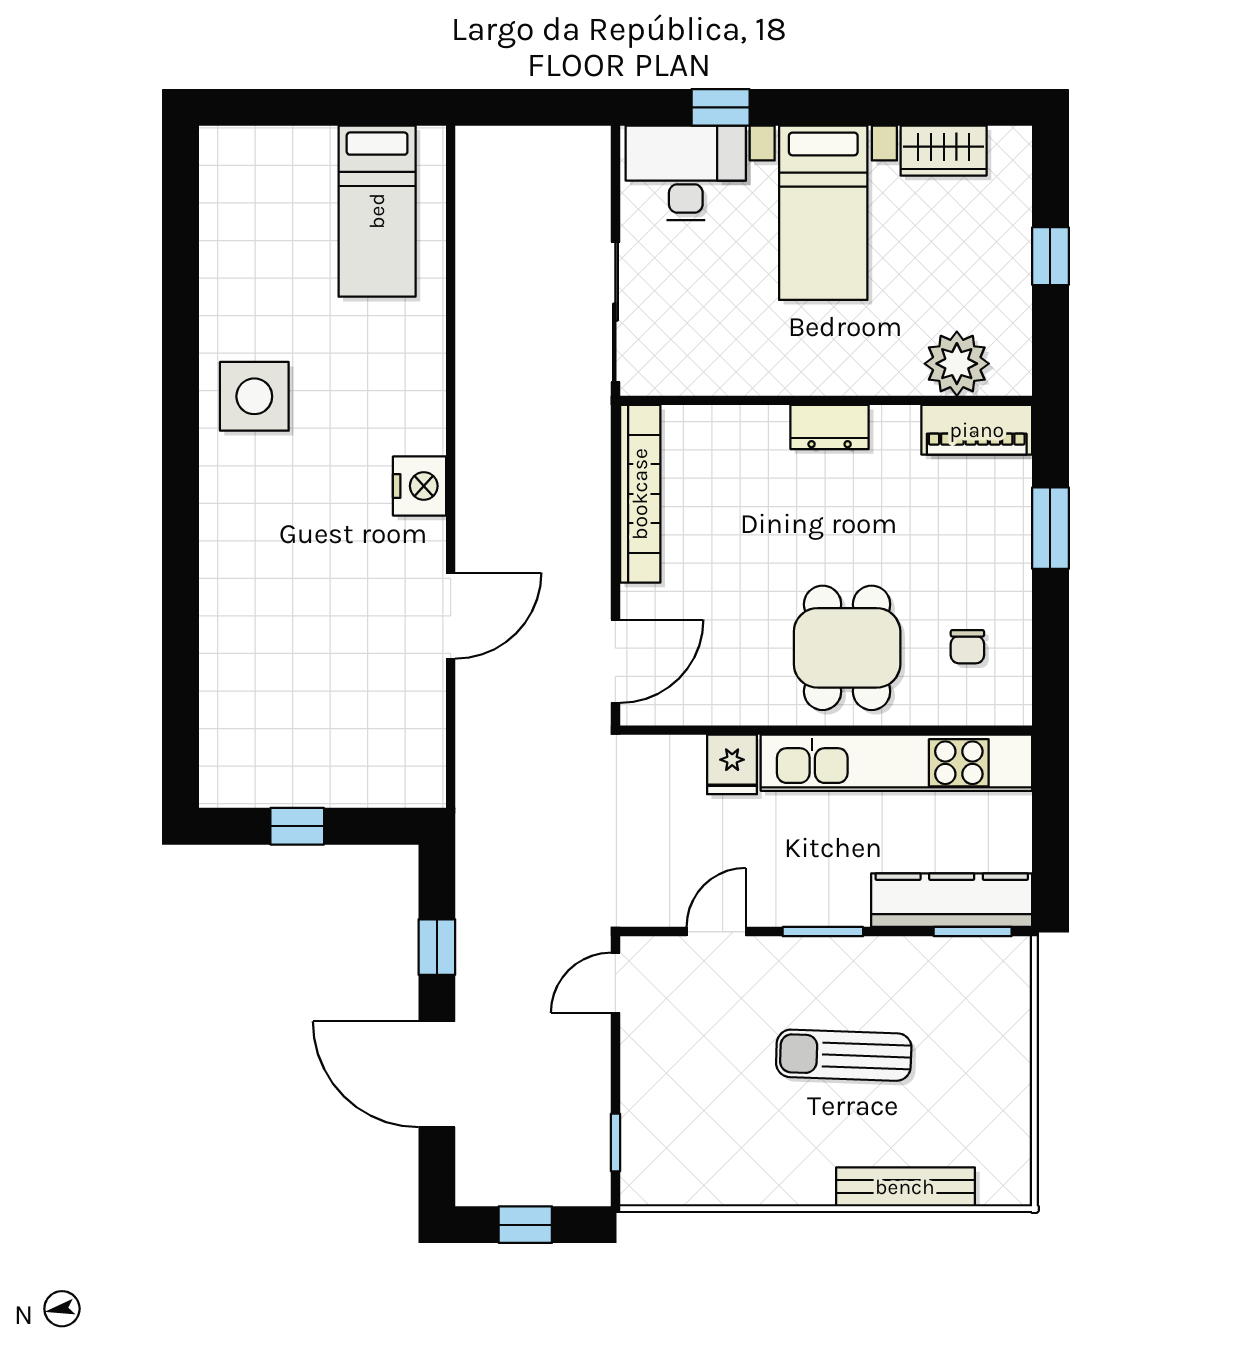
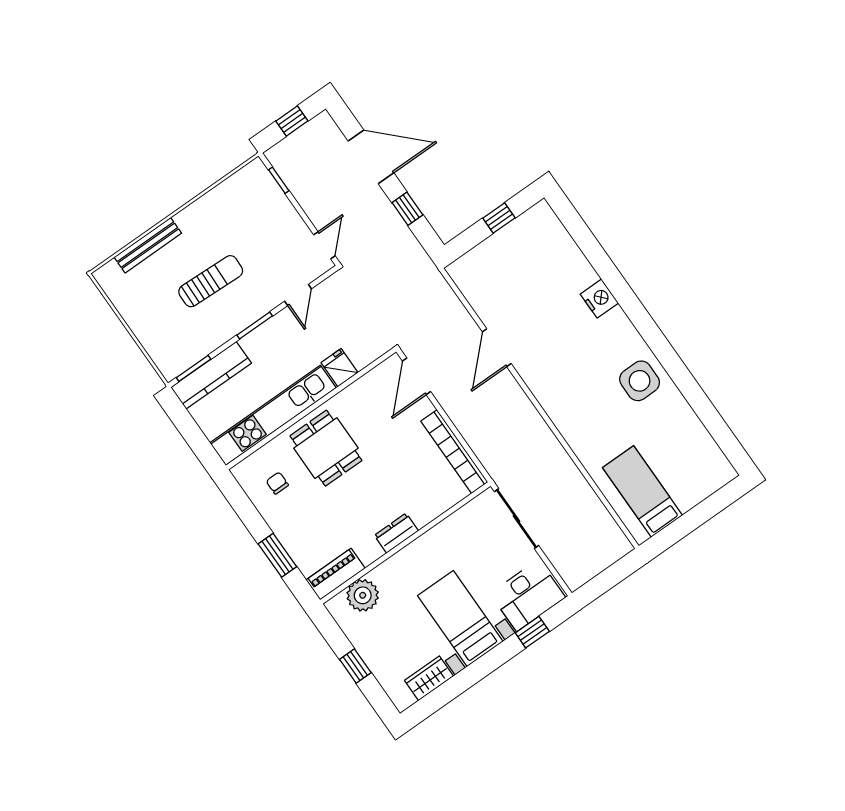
nightstand: (420, 486) -> (599, 299), moved, turned 180

